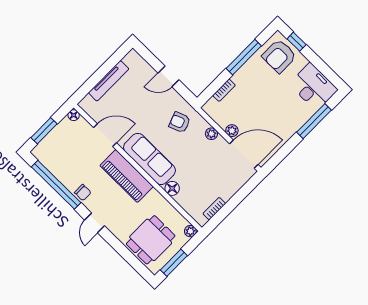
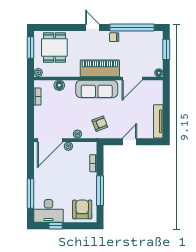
window: (297, 42) -> (56, 226), moved
tv unit: (109, 81) -> (158, 121), moved
floor lamp: (172, 188) -> (59, 85), moved

